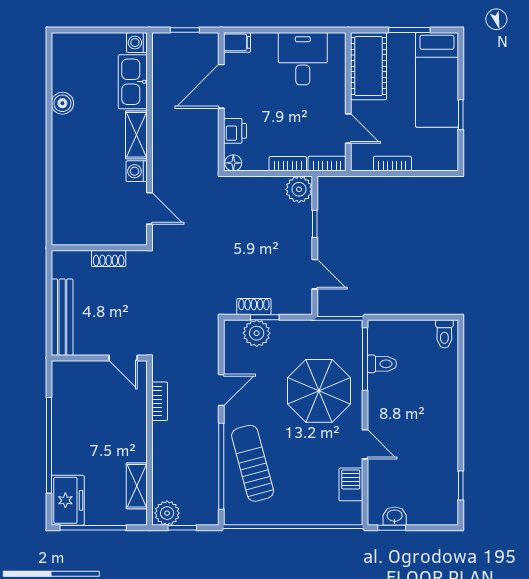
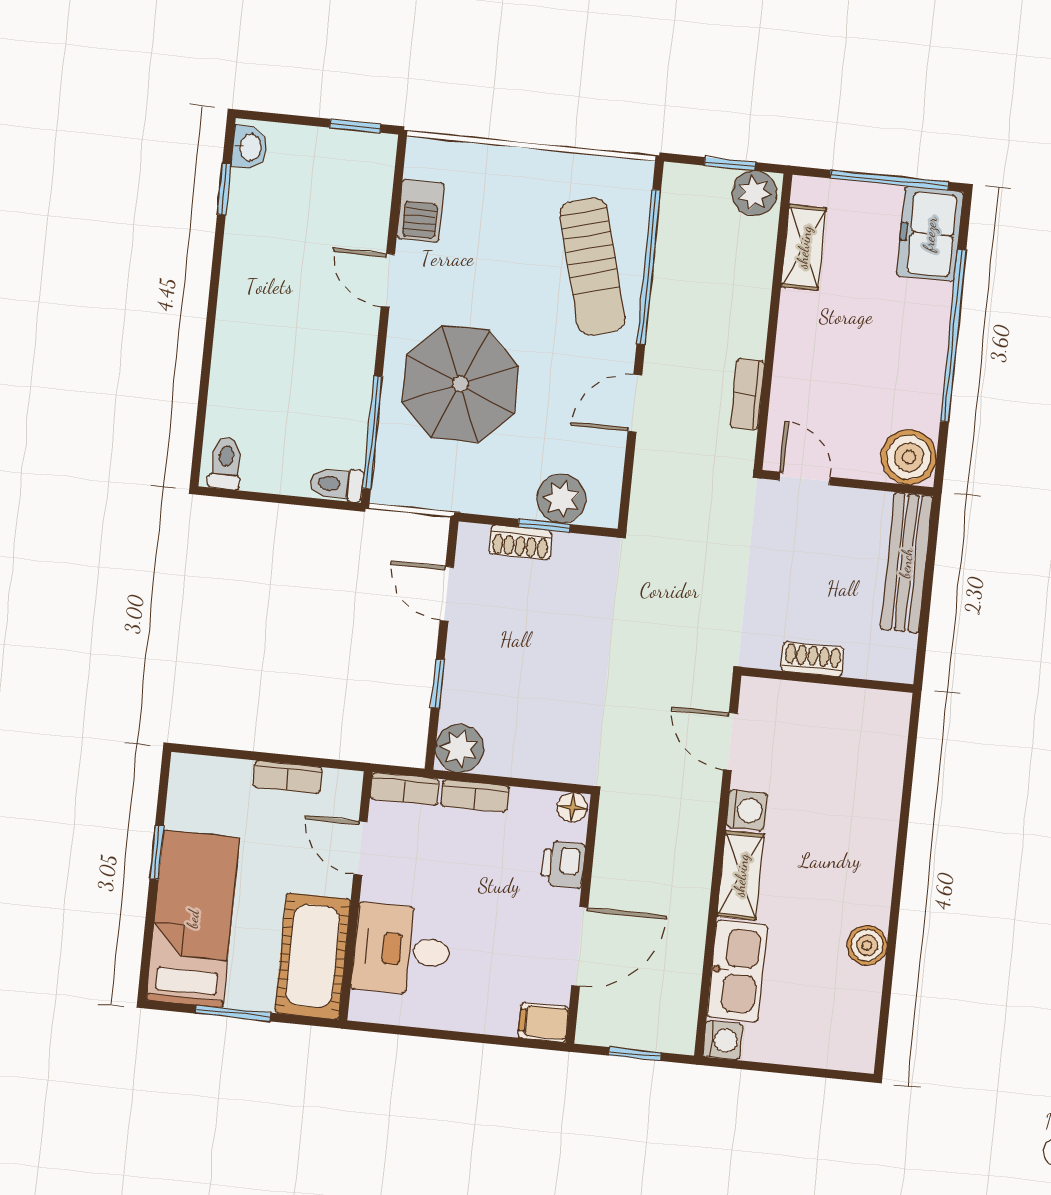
desk: (303, 59) -> (402, 950), moved, turned 90
shoe rack: (254, 307) -> (520, 543), moved
toilet: (382, 364) -> (336, 484), moved
boiler: (67, 376) -> (909, 457), added
washbasin: (395, 516) -> (250, 147), moved, turned -90

